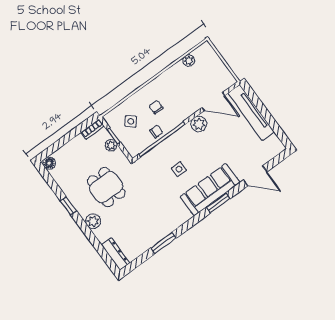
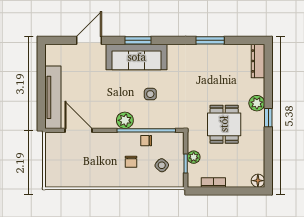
plant: (189, 60) -> (74, 181), removed
plant: (199, 124) -> (125, 120), moved
bookcase: (93, 129) -> (213, 183), moved
door: (255, 176) -> (89, 40), hinge flipped
window: (68, 206) -> (268, 118), moved

